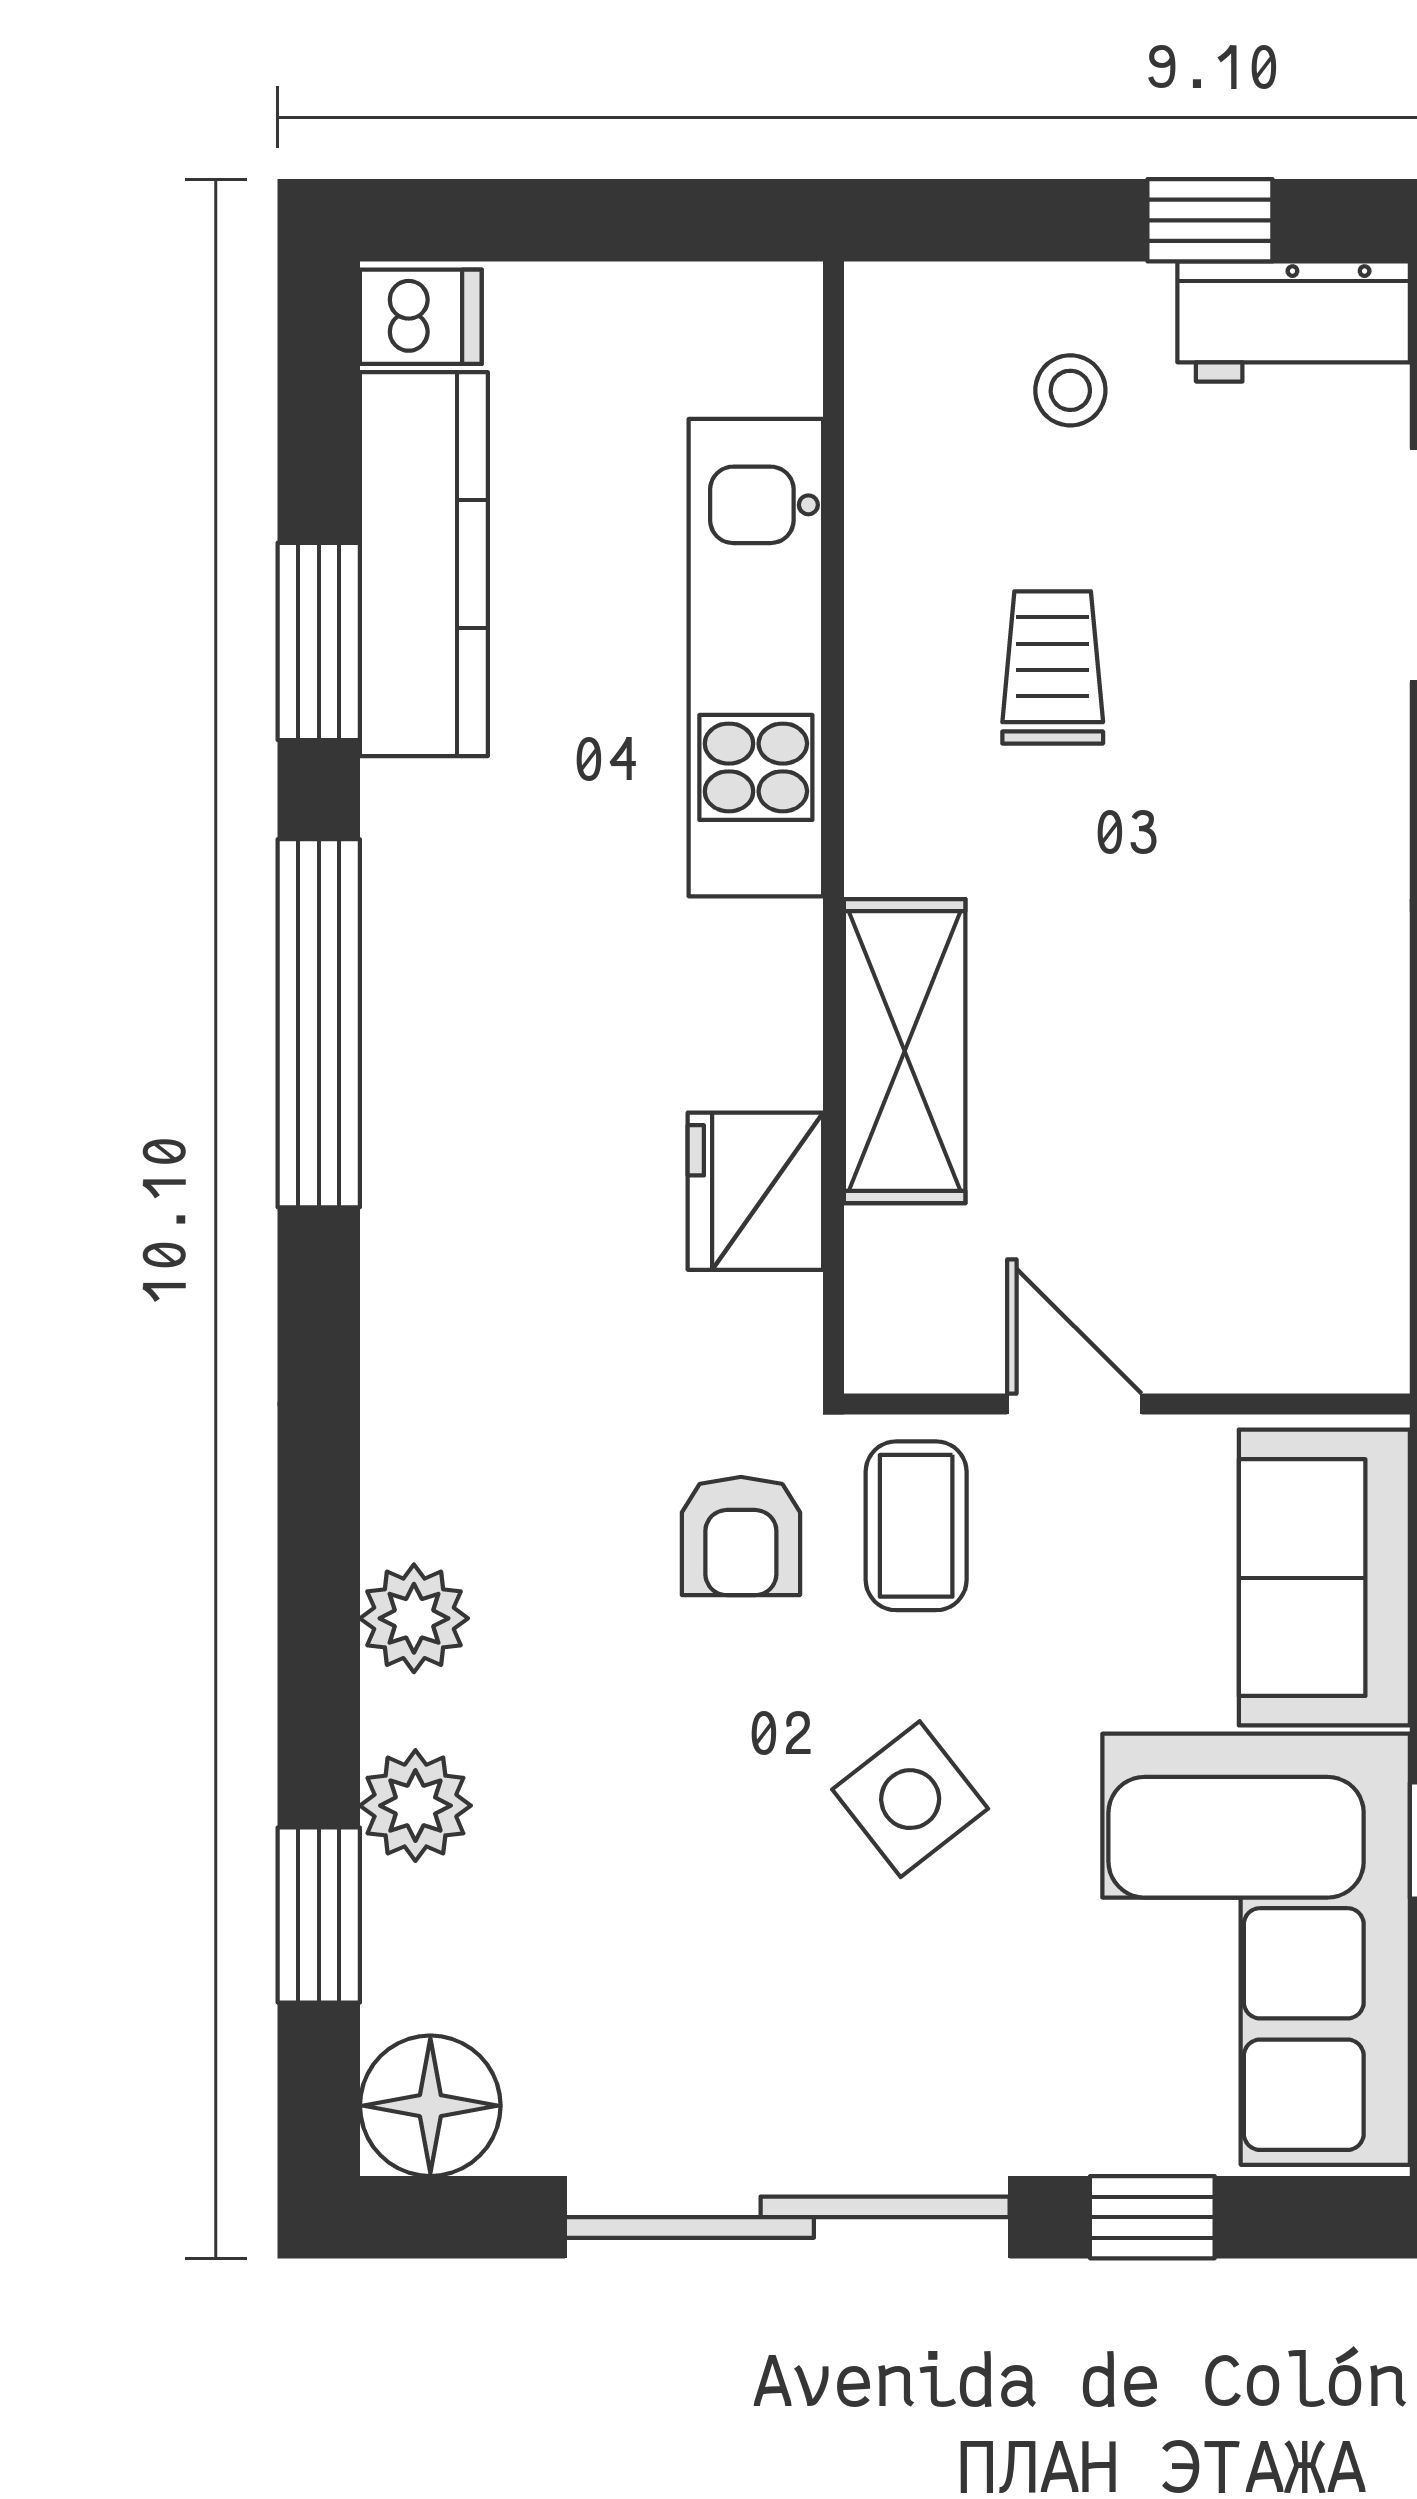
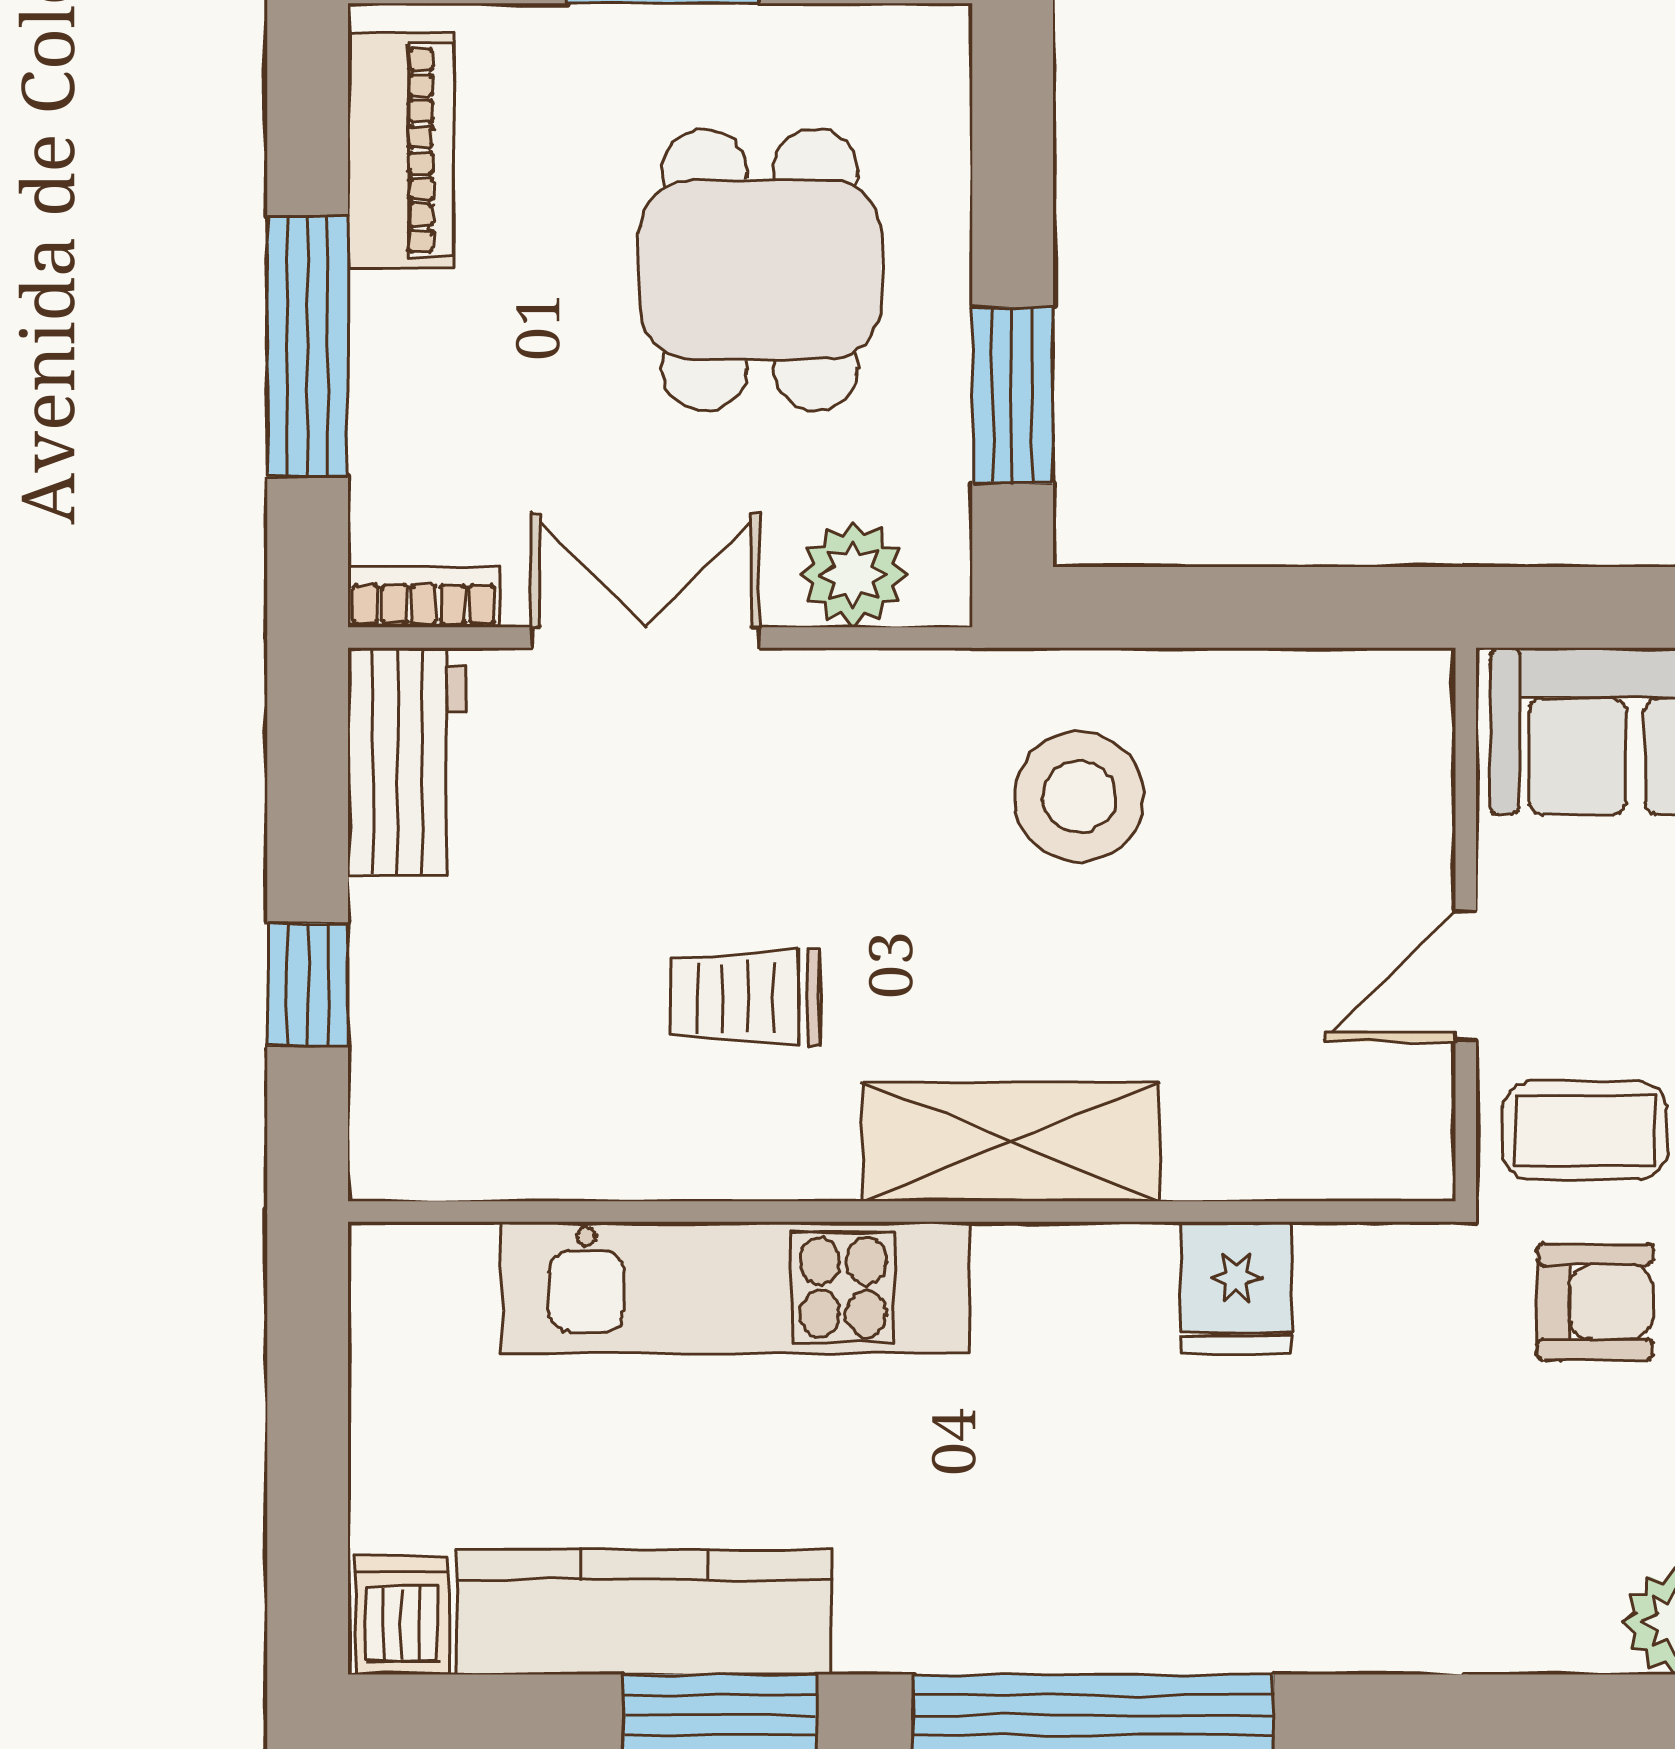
window: (1210, 220) -> (308, 984), moved
stool: (1070, 390) -> (1079, 796), moved, width x1.89, depth x1.89
shelving: (905, 1051) -> (1011, 1142), moved
fridge: (755, 1191) -> (1236, 1288), width x0.72

